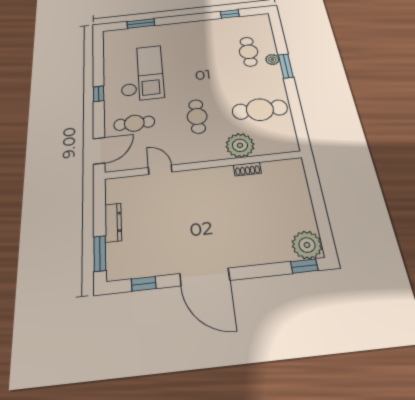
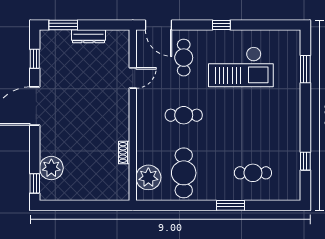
plant: (272, 60) -> (240, 194), removed
plant: (240, 145) -> (148, 177), moved
plant: (307, 245) -> (51, 168), moved

